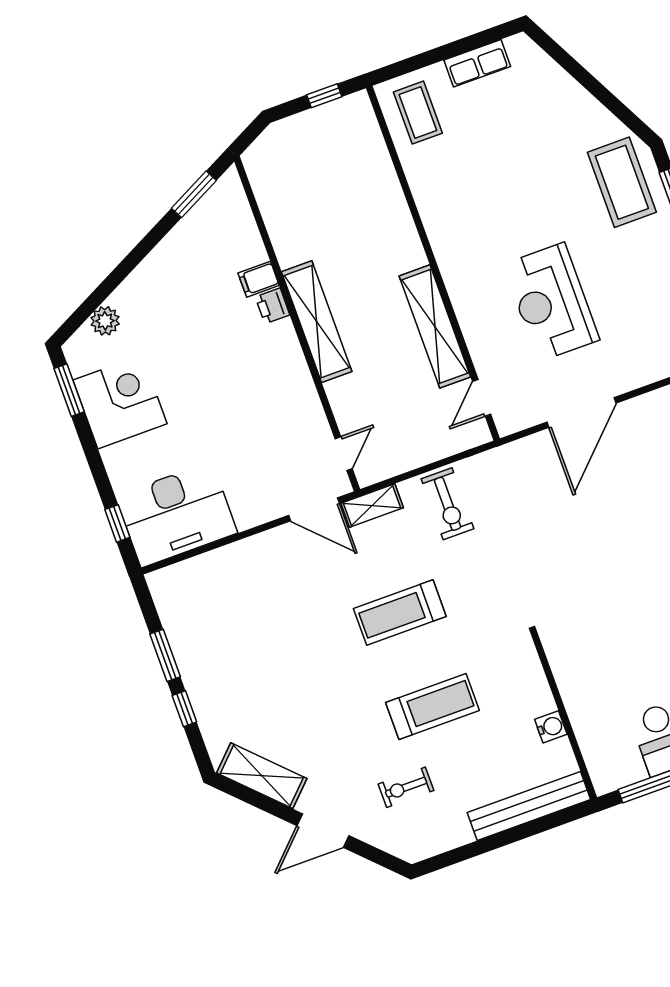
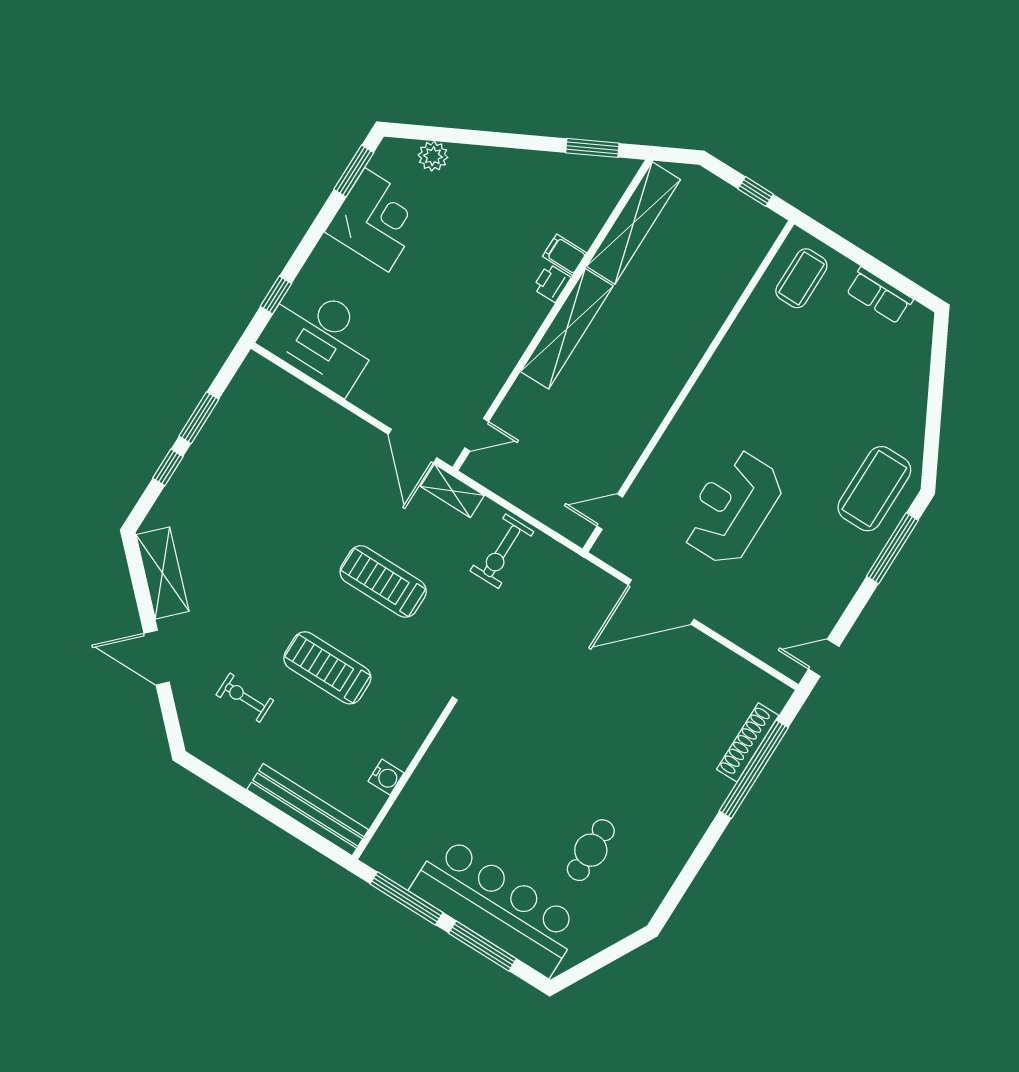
shelving: (435, 326) -> (634, 223), moved
treadmill: (433, 706) -> (327, 668), turned 180

